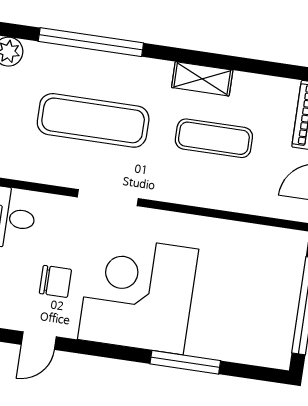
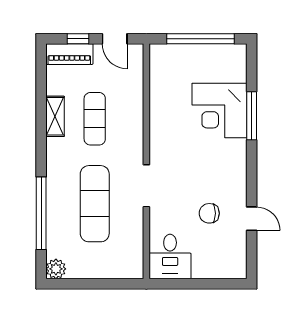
shelving: (202, 79) -> (55, 116), moved
chair: (55, 281) -> (209, 213), turned -90
corner desk: (138, 294) -> (220, 111), moved, width x0.74, depth x0.74

